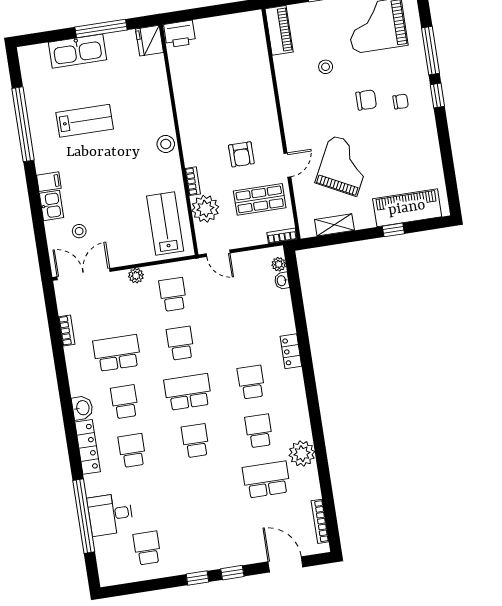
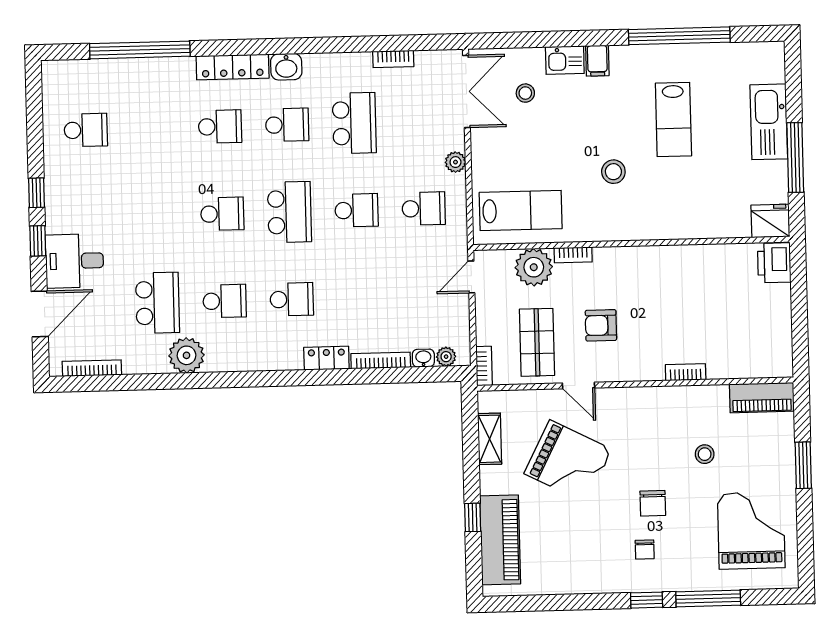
bookcase: (268, 88) -> (686, 372), added
stool: (166, 144) -> (613, 172), moved
bookcase: (288, 312) -> (381, 360), added
desk: (110, 514) -> (75, 261), moved, turned -90

